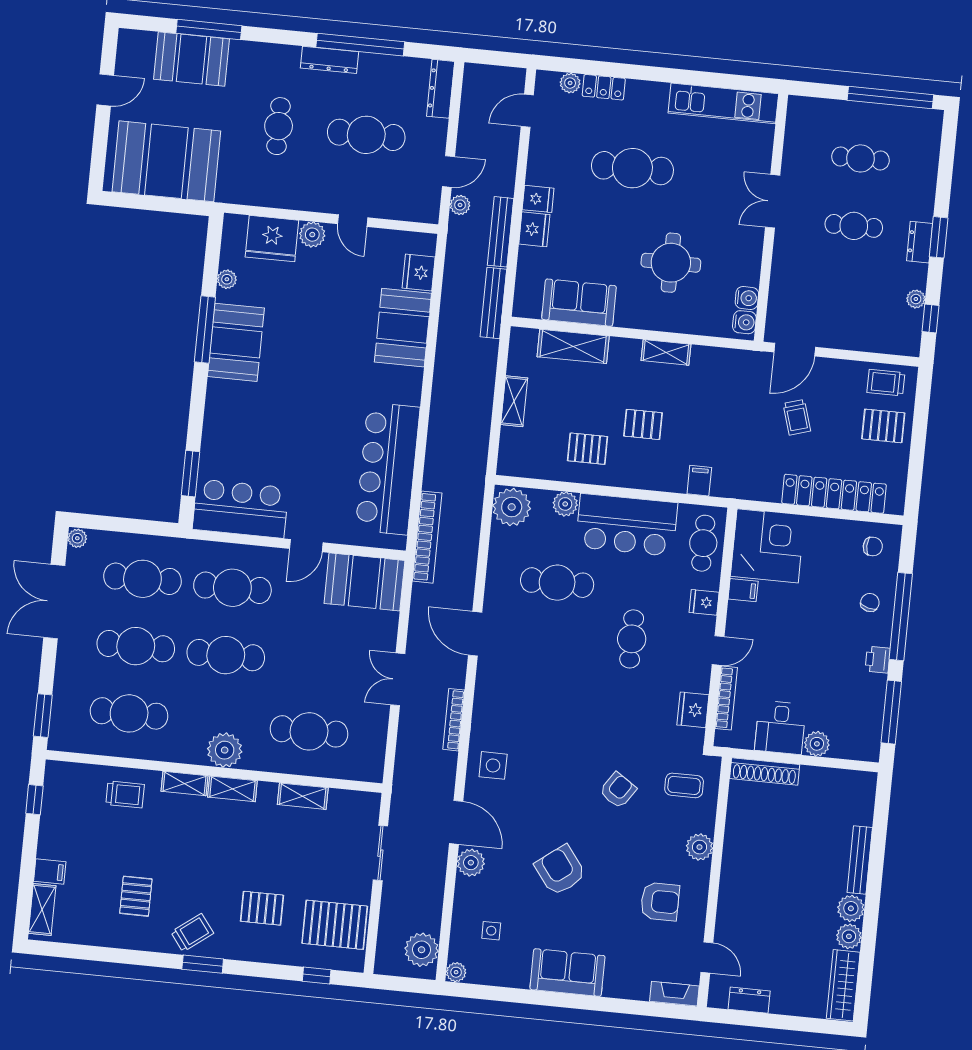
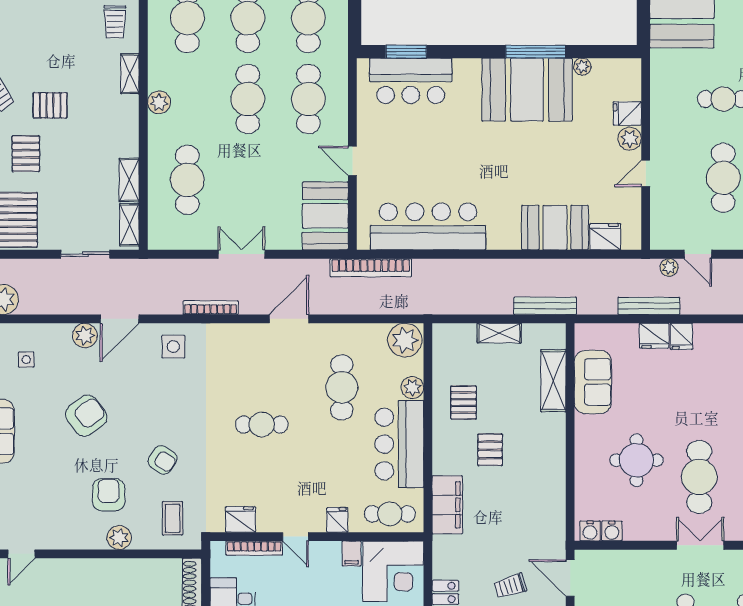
cafe table: (632, 168) -> (699, 477), moved
fridge: (272, 239) -> (627, 114), width x0.53, depth x0.75
bench: (493, 303) -> (545, 306), moved
booth: (236, 342) -> (527, 90), width x1.36, depth x1.42
shelving: (666, 352) -> (556, 464), removed
filing cabinet: (699, 481) -> (447, 505), width x3.00, depth x1.17
bar counter: (240, 509) -> (411, 81), moved, turned 90
cafe table: (632, 639) -> (262, 424), moved
plant: (225, 750) -> (159, 102), width x0.73, depth x0.73
shelving: (232, 789) -> (129, 225), moved
pallet: (136, 896) -> (50, 105), moved
armchair: (660, 902) -> (109, 495), moved, turned 180

